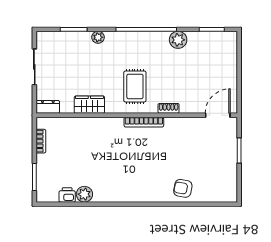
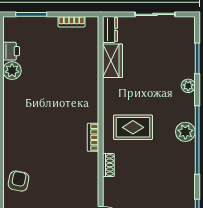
plant: (178, 40) -> (185, 132), moved
wardrobe: (89, 105) -> (113, 61), moved
bookcase: (144, 122) -> (93, 137), width x0.64

